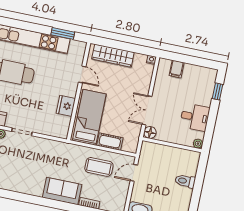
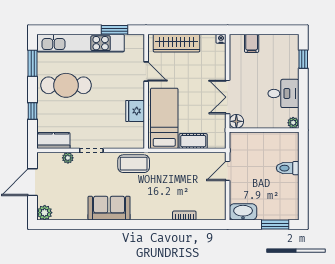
coffee table: (99, 167) -> (134, 164), moved
sofa: (62, 191) -> (109, 208), moved

